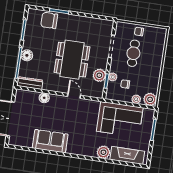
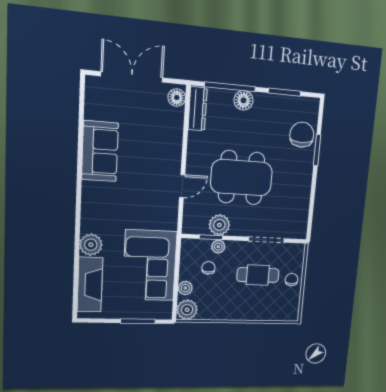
floor lamp: (44, 98) -> (177, 98), moved

